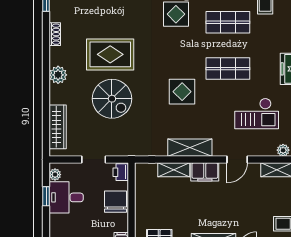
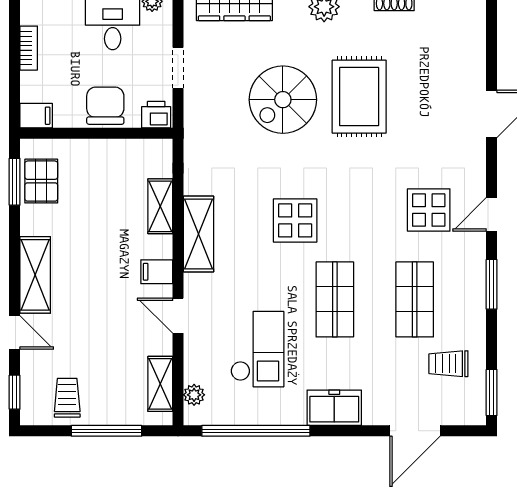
checkout: (257, 113) -> (257, 349), turned 180
filing cabinet: (205, 172) -> (157, 272), width x0.50
chair: (115, 202) -> (105, 106), turned -90

